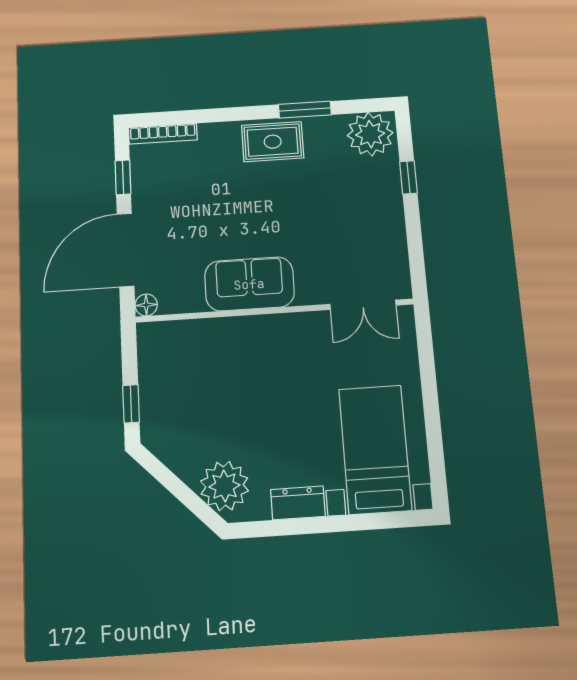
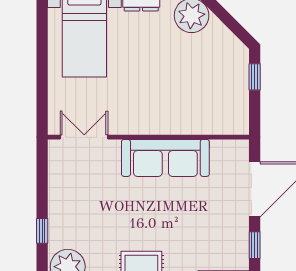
sofa: (249, 284) -> (165, 158), width x1.36
floor lamp: (146, 305) -> (241, 147), removed

